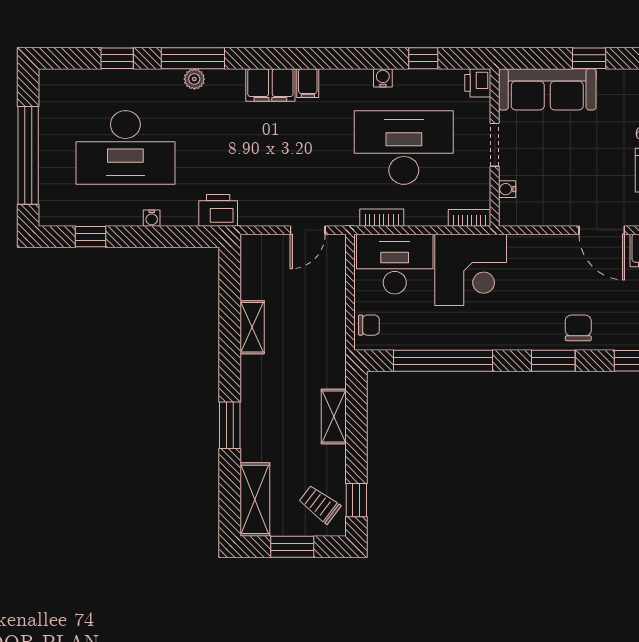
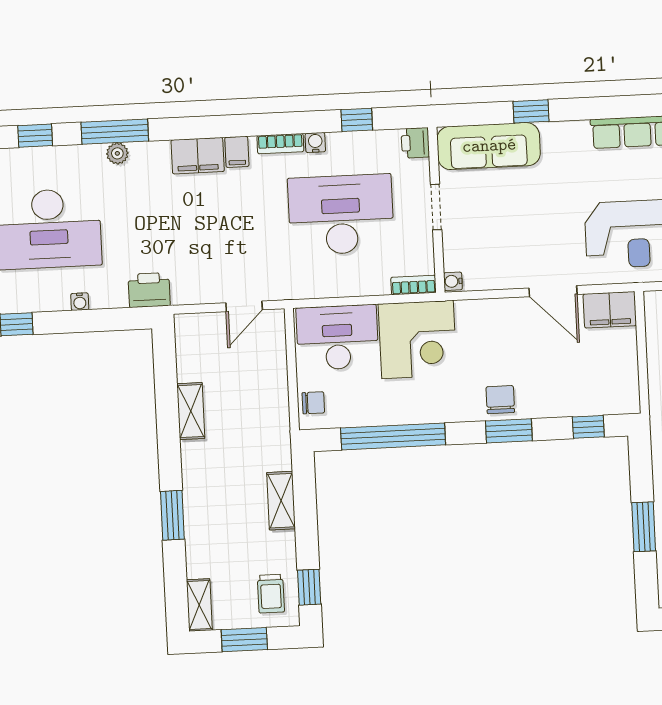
water cooler: (507, 189) -> (453, 281), moved
bookcase: (382, 218) -> (280, 144), moved, turned 180
chair: (578, 328) -> (500, 400), moved
shelving: (255, 499) -> (199, 605), width x0.67, depth x0.75
trolley: (320, 504) -> (271, 594), turned -127

